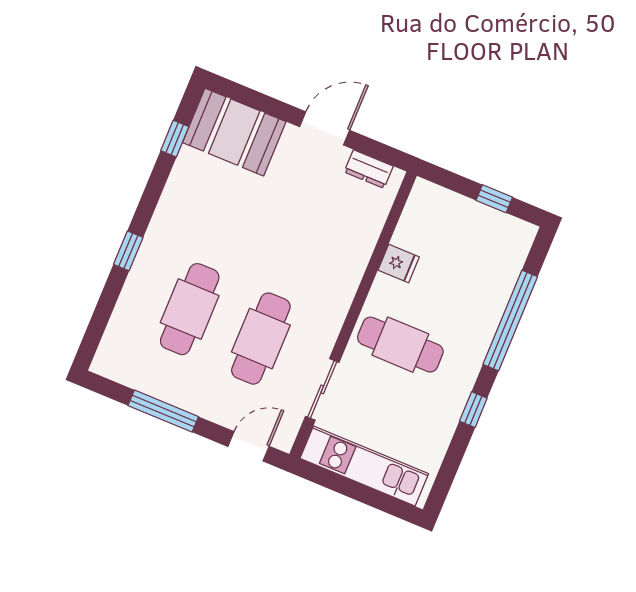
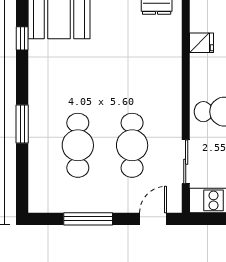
window: (128, 251) -> (22, 124), width x1.50
fridge: (399, 264) -> (202, 43), moved

